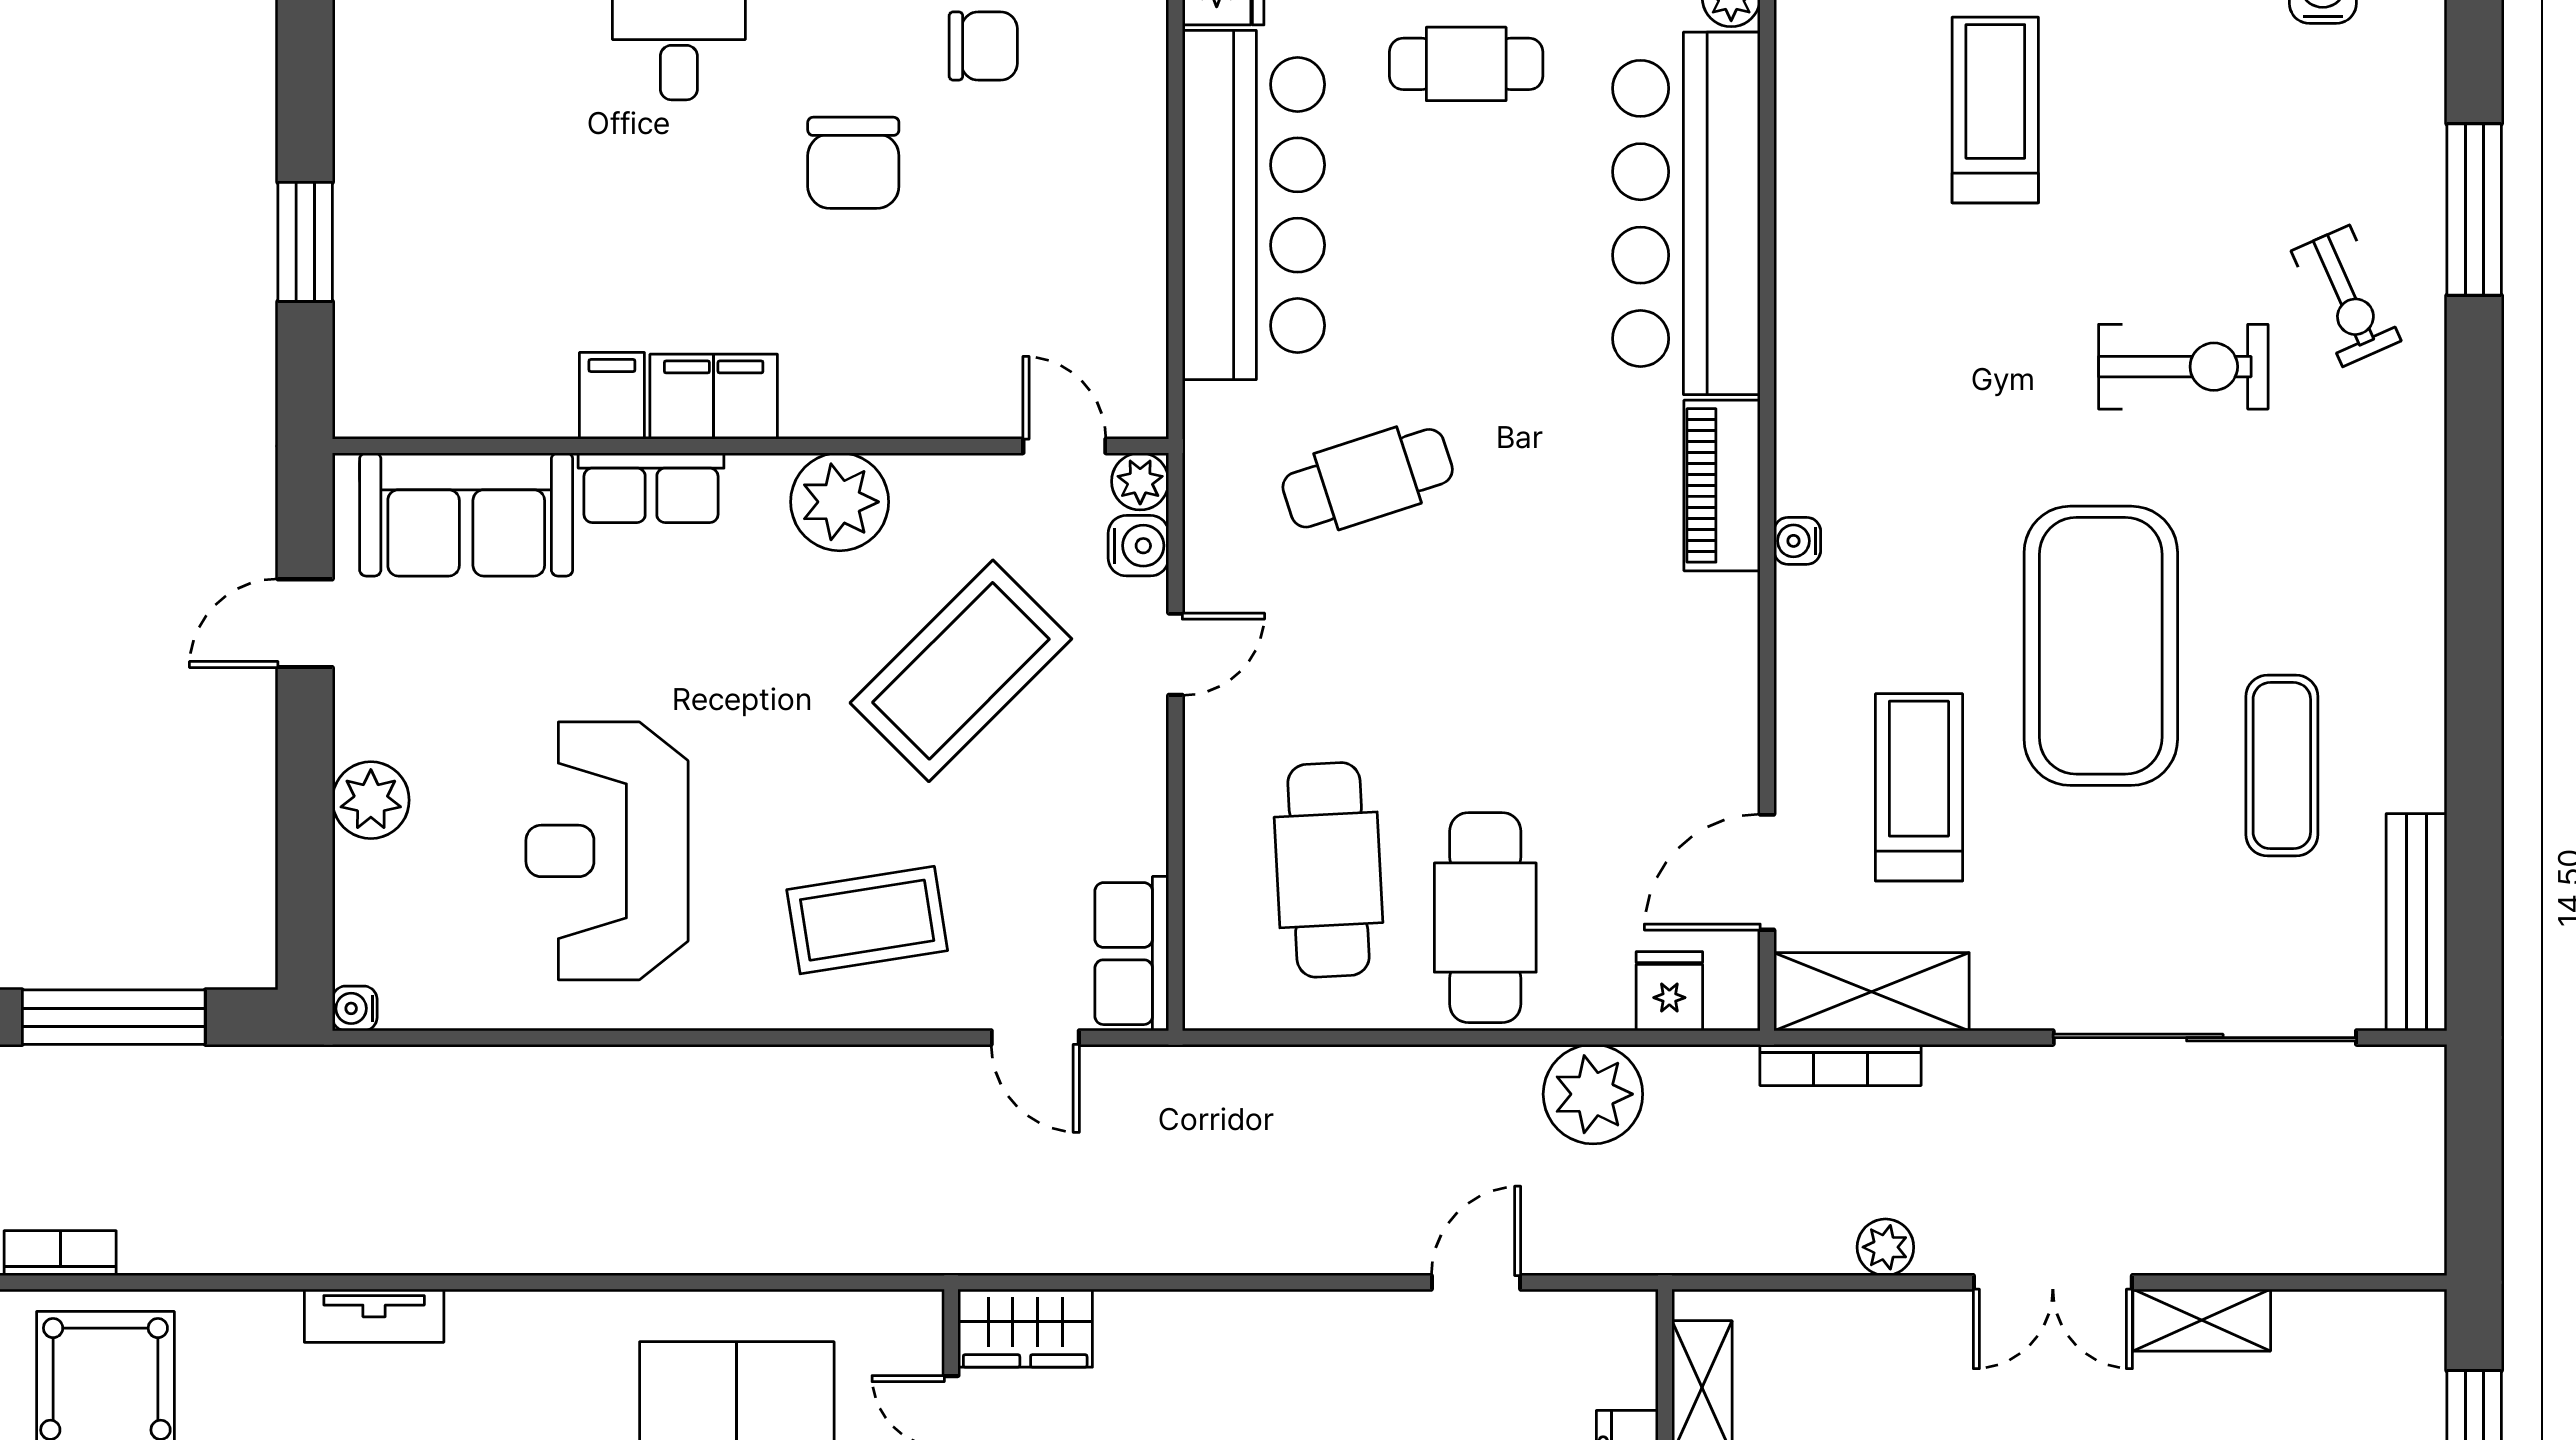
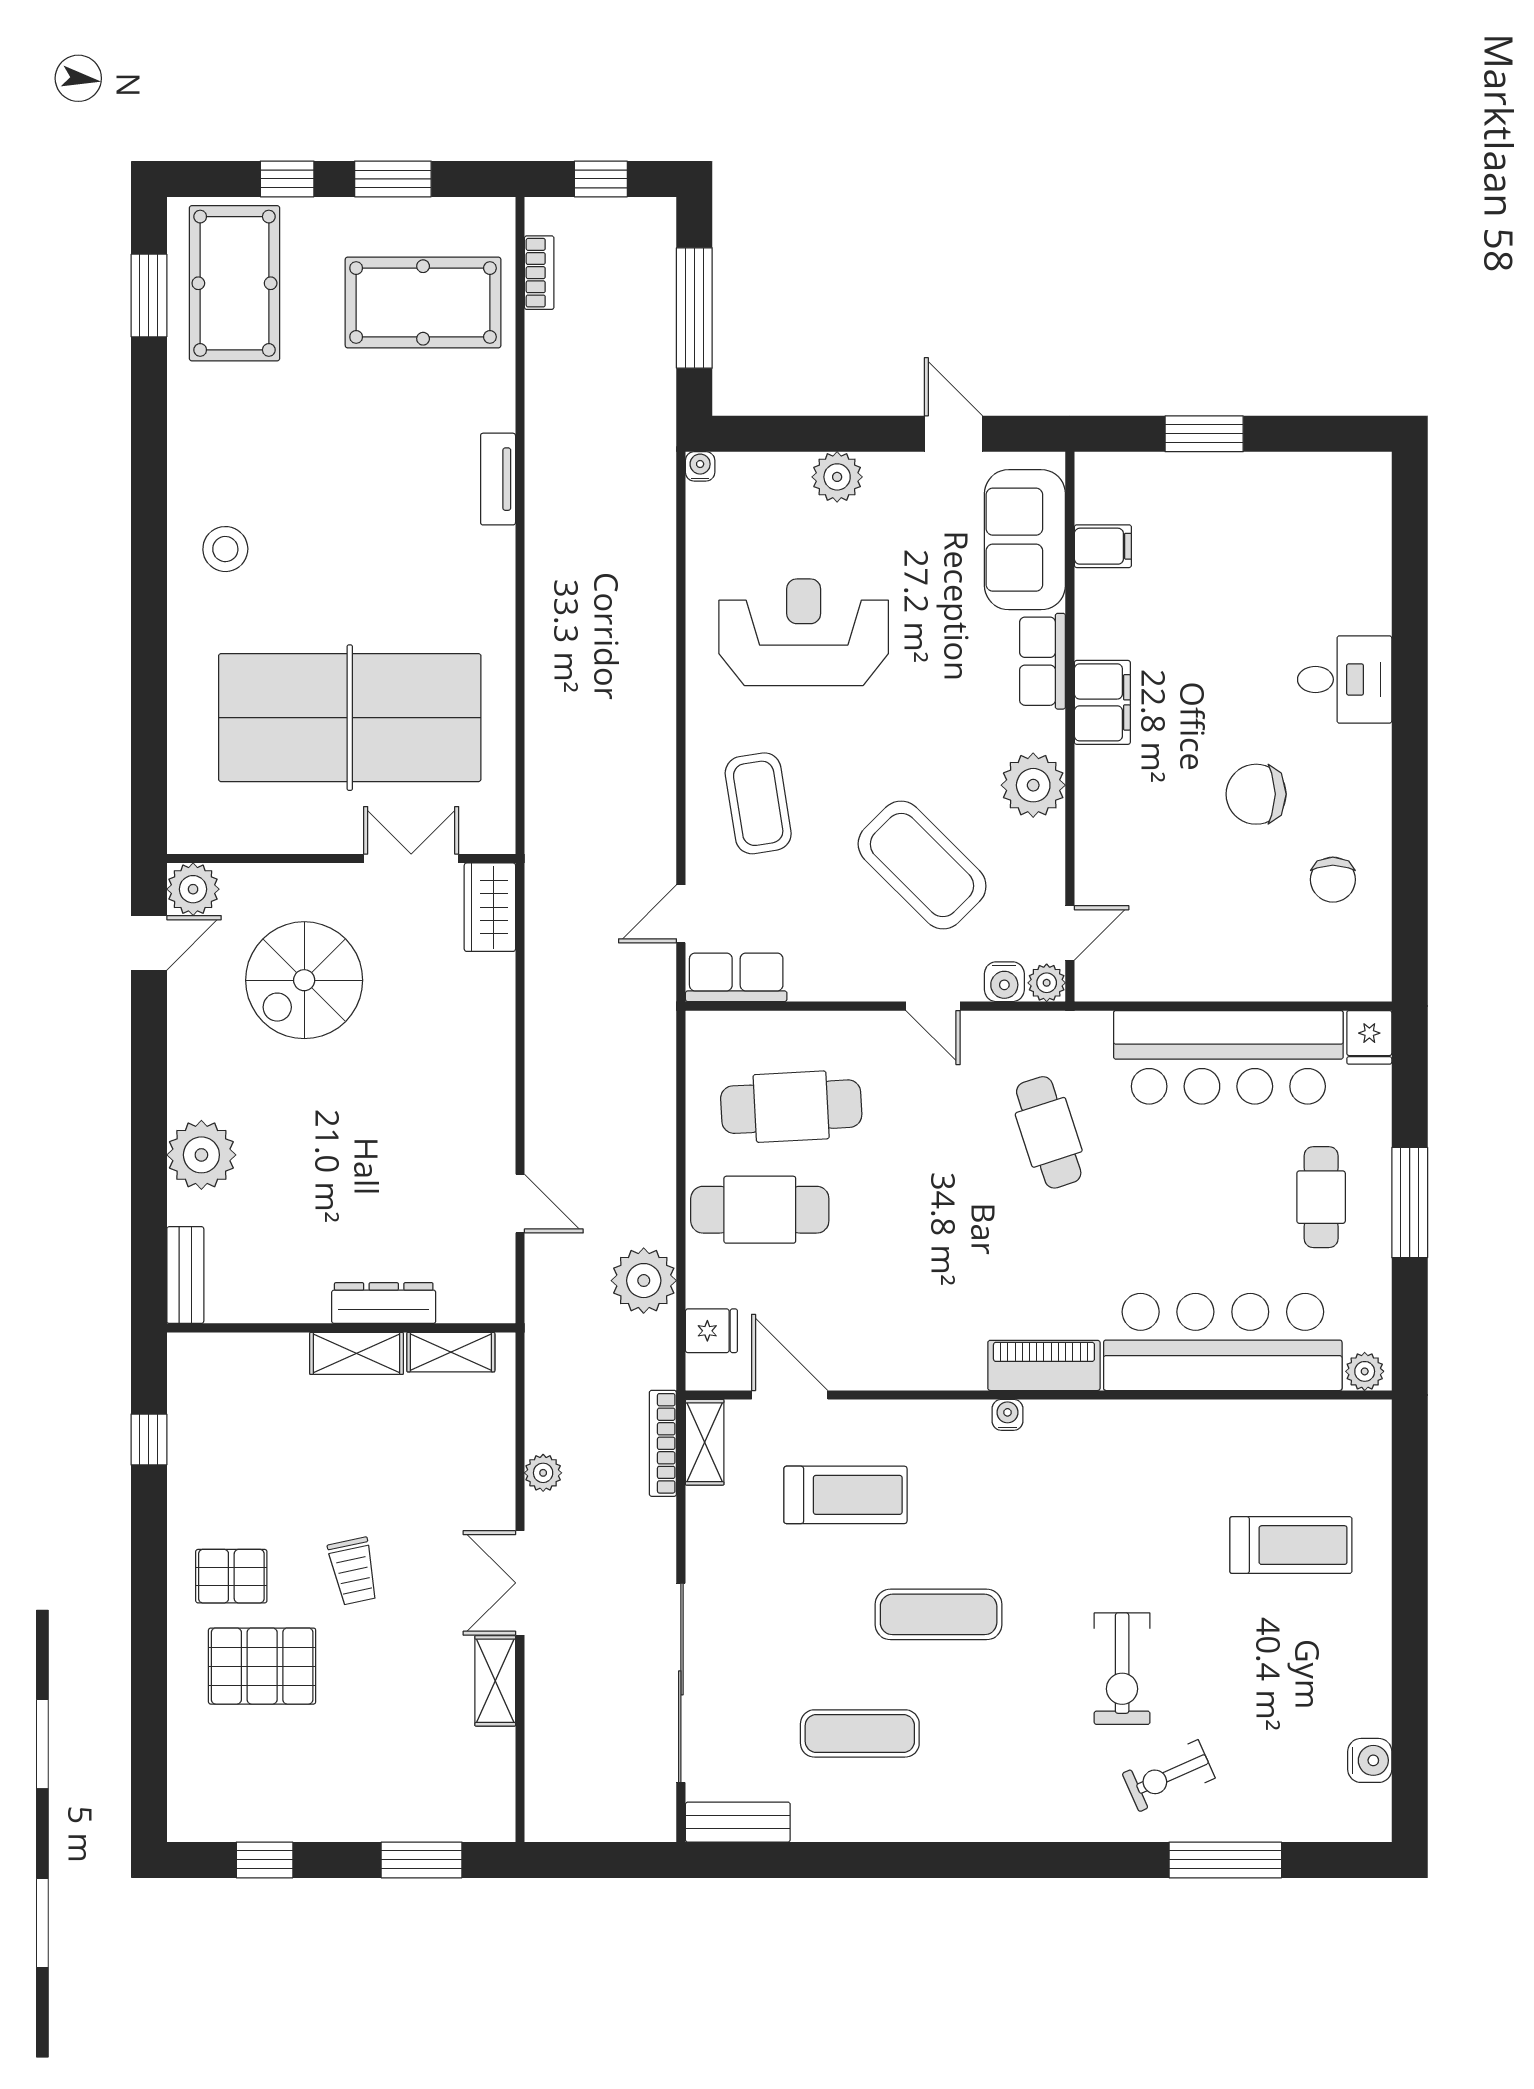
filing cabinet: (612, 396) -> (1103, 546), moved
exercise mat: (2101, 646) -> (939, 1614), width x0.50, depth x0.69
bench: (2417, 922) -> (738, 1822), width x0.73
shelving: (1872, 992) -> (705, 1442), width x0.67, depth x0.75

